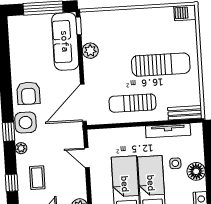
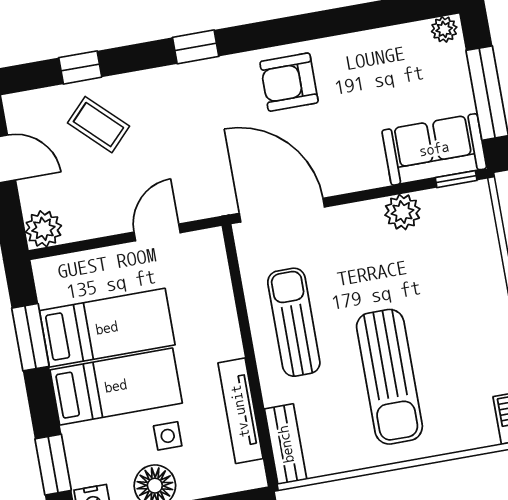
sofa: (65, 41) -> (434, 149), width x0.73
side table: (26, 123) -> (221, 83), removed
plant: (21, 148) -> (444, 29), moved
coffee table: (37, 178) -> (98, 125), turned 44

